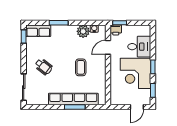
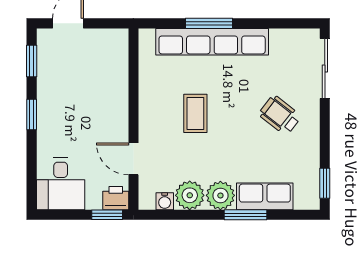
row of seats: (38, 31) -> (265, 196), moved
plant: (70, 31) -> (220, 195), added
door: (108, 47) -> (133, 159), swing flipped
desk: (139, 47) -> (61, 184), moved, turned -90
corner desk: (135, 73) -> (71, 100), removed

